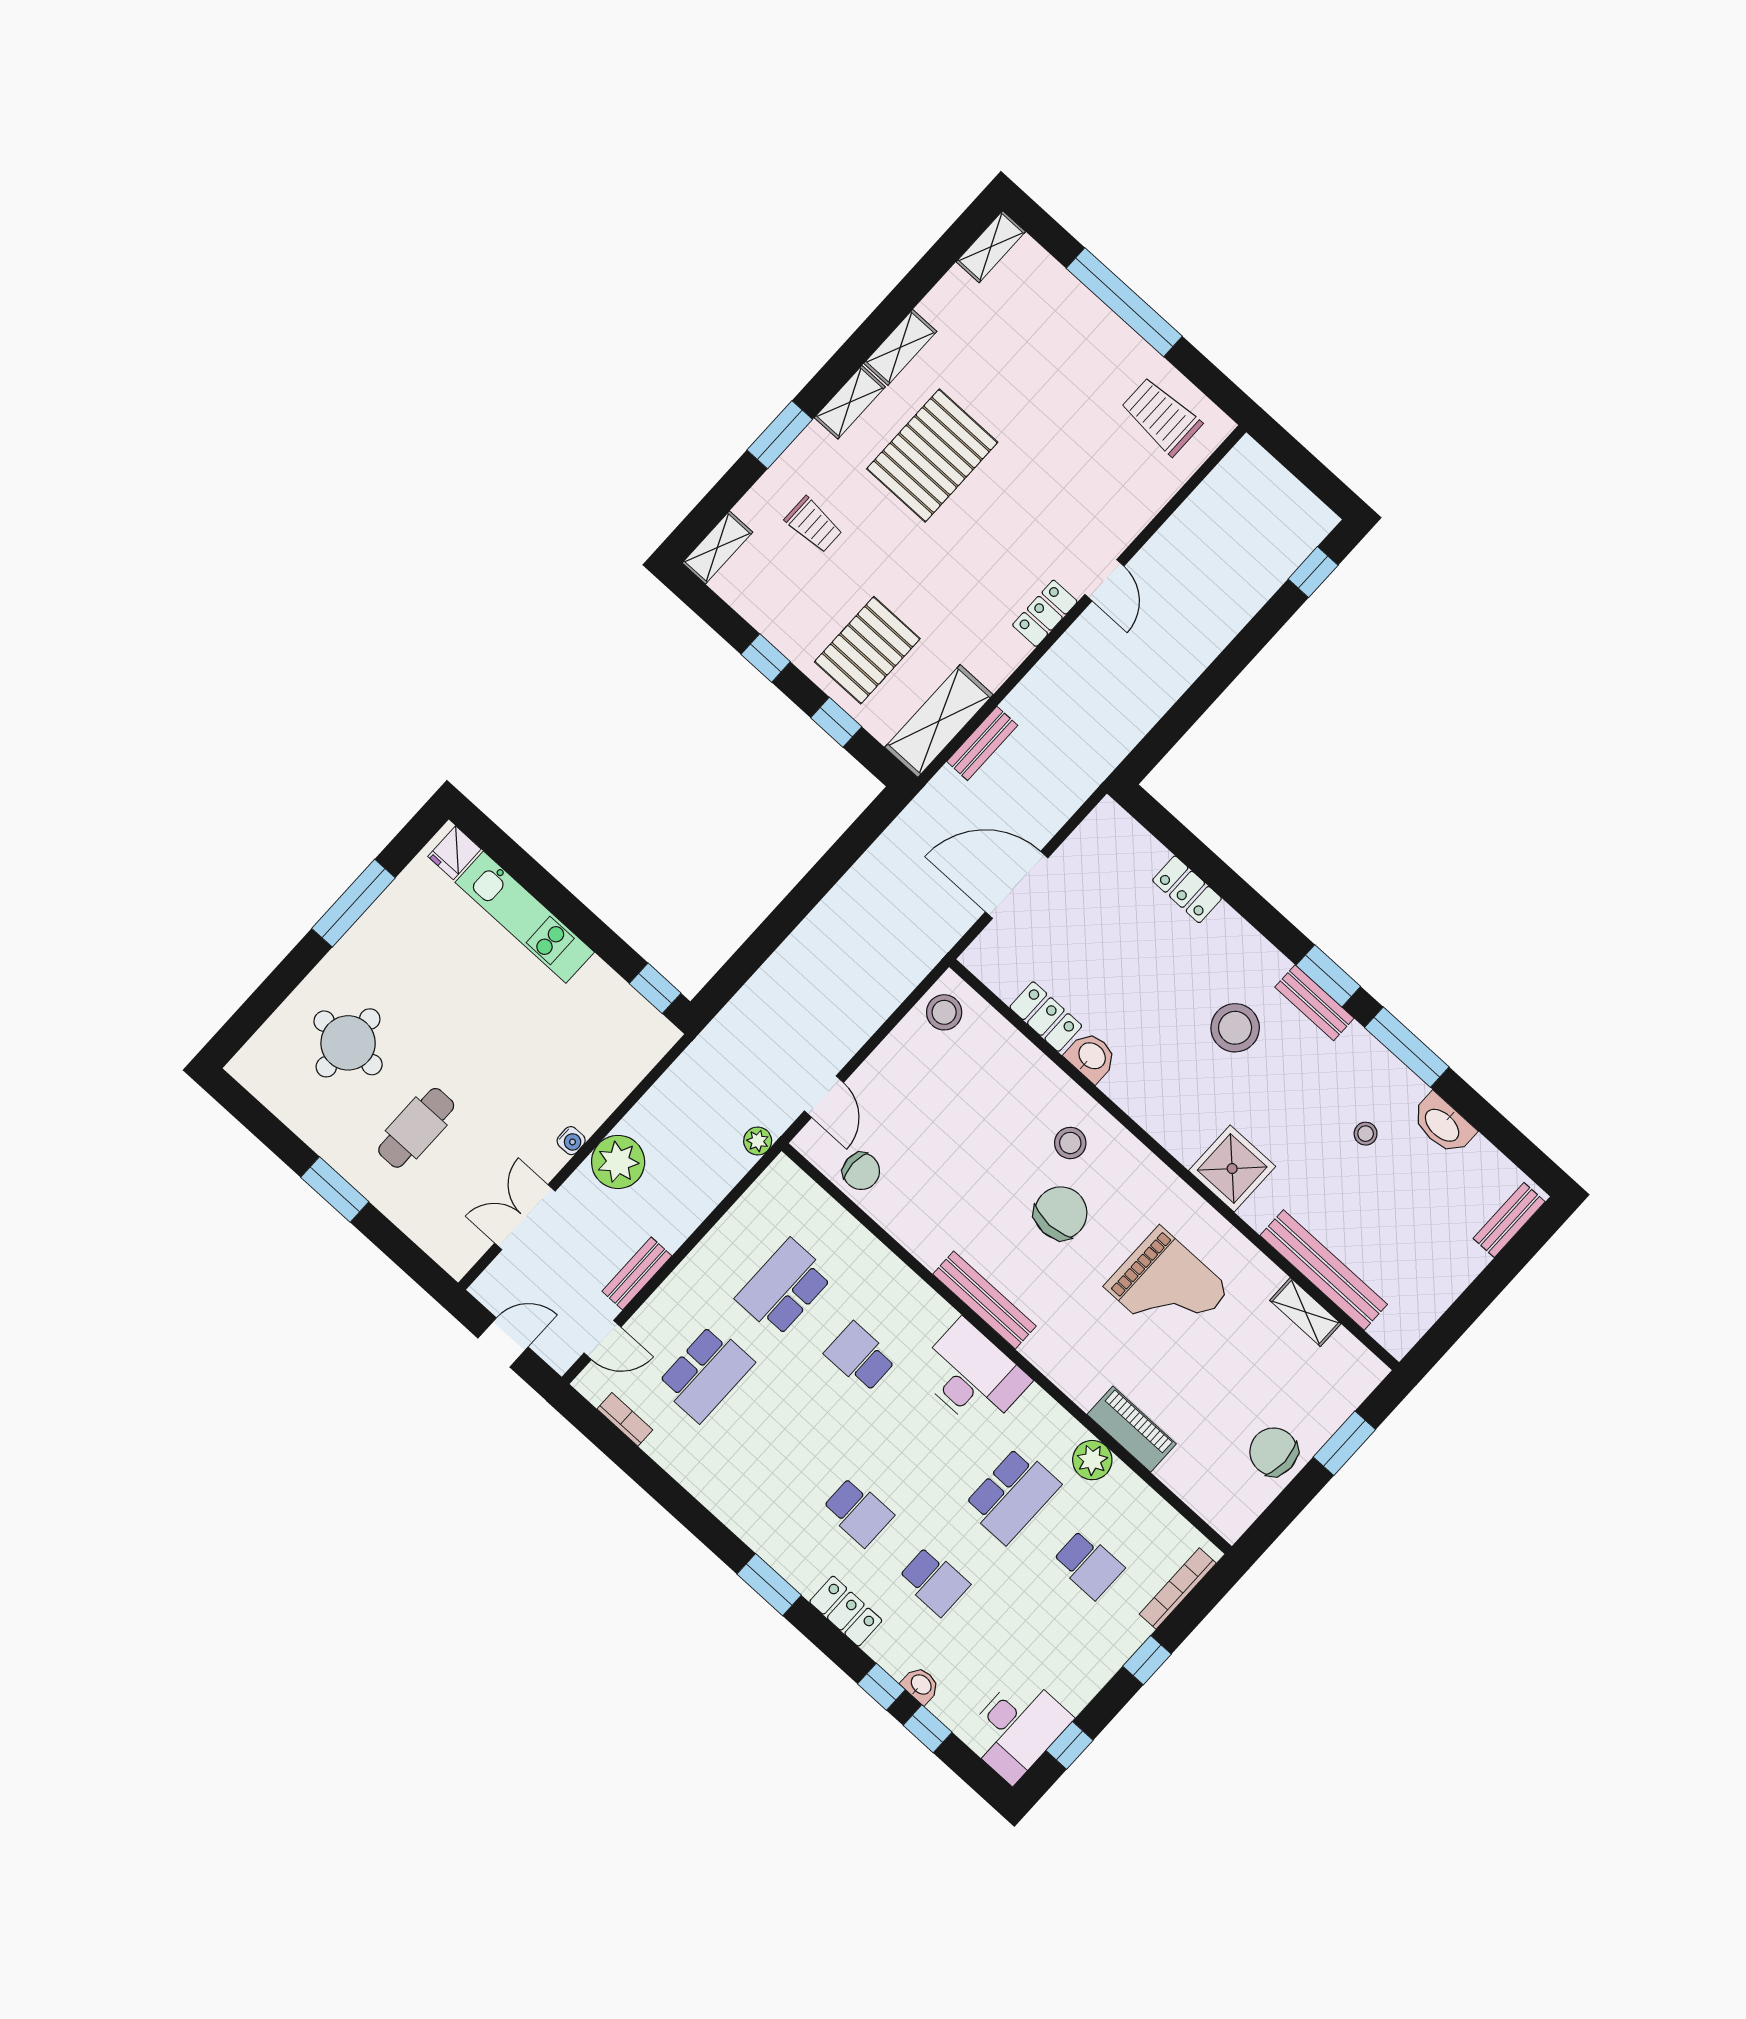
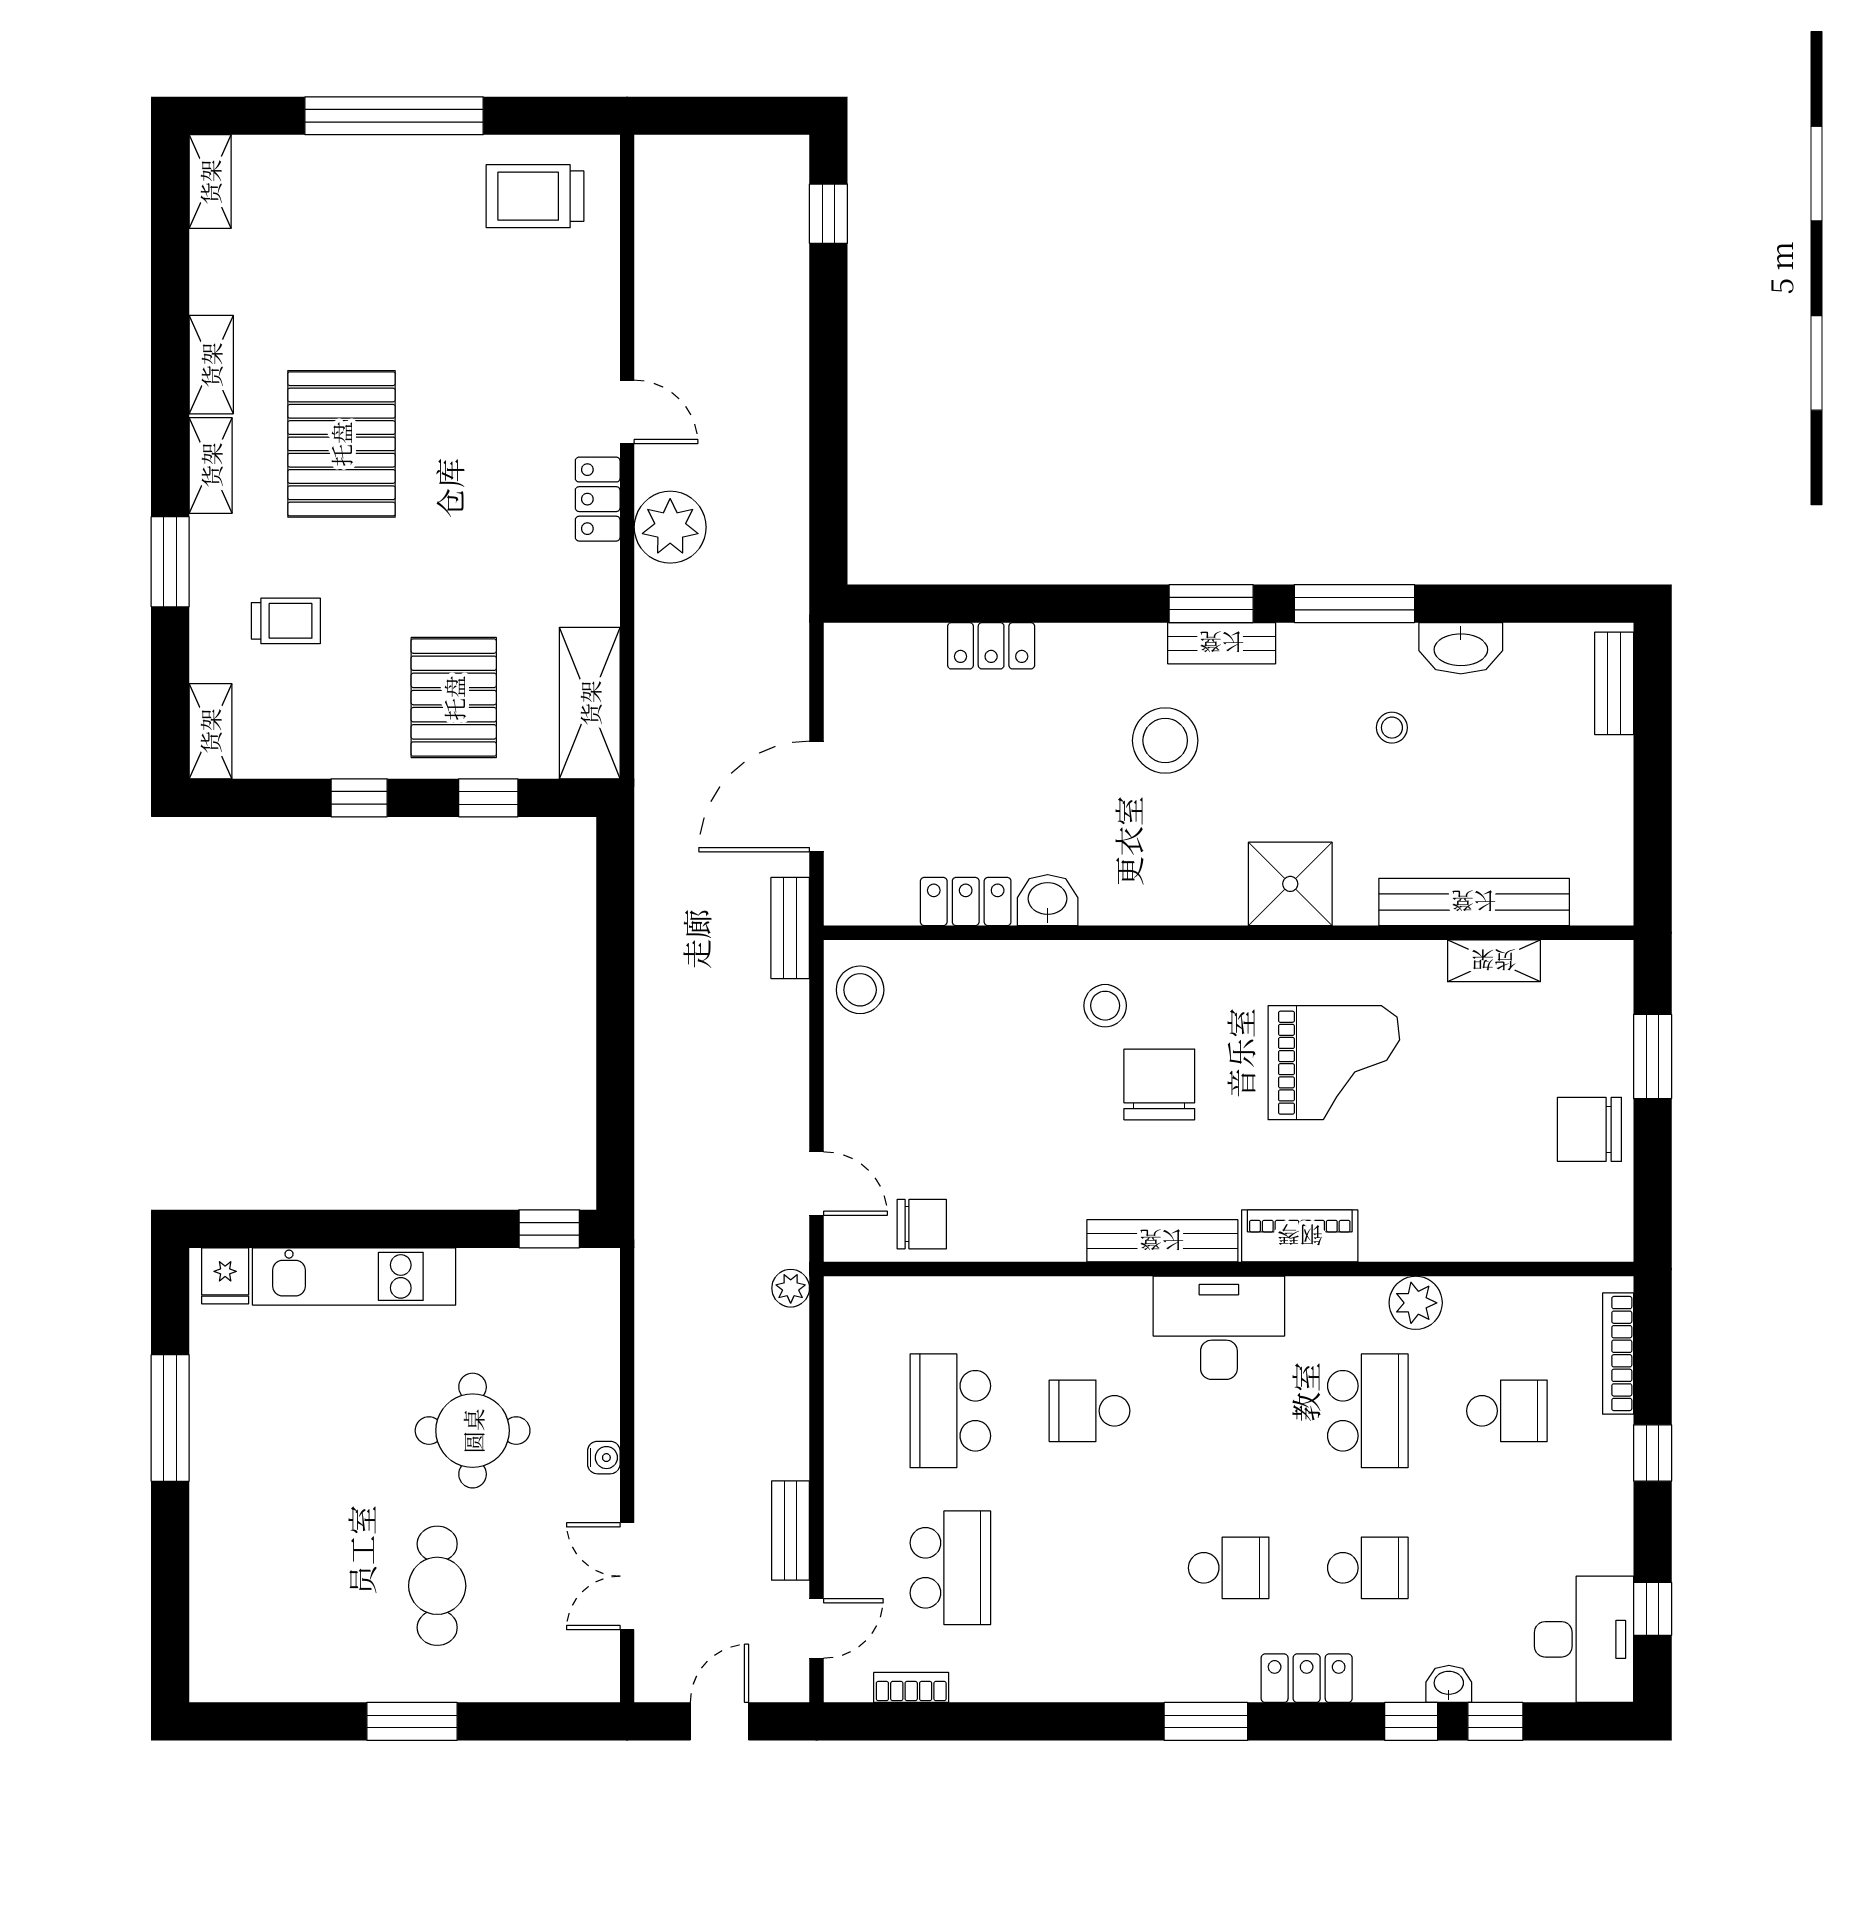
bench: (982, 743) -> (790, 928), moved
round table: (348, 1043) -> (473, 1431), moved
plant: (618, 1162) -> (670, 527), moved
piano: (1132, 1429) -> (1300, 1236), moved

